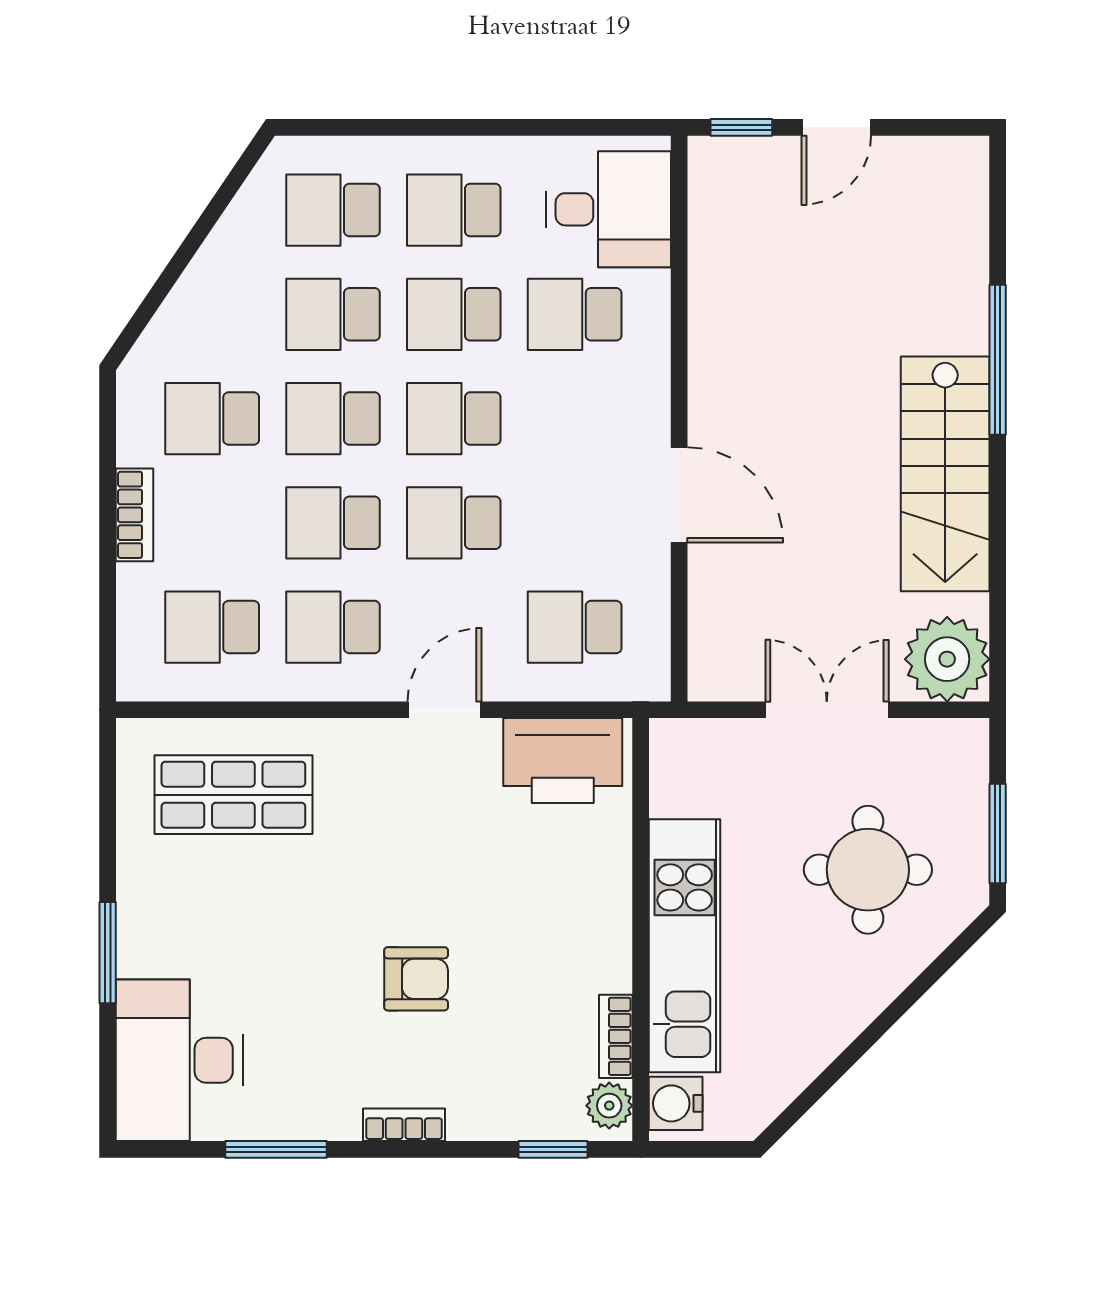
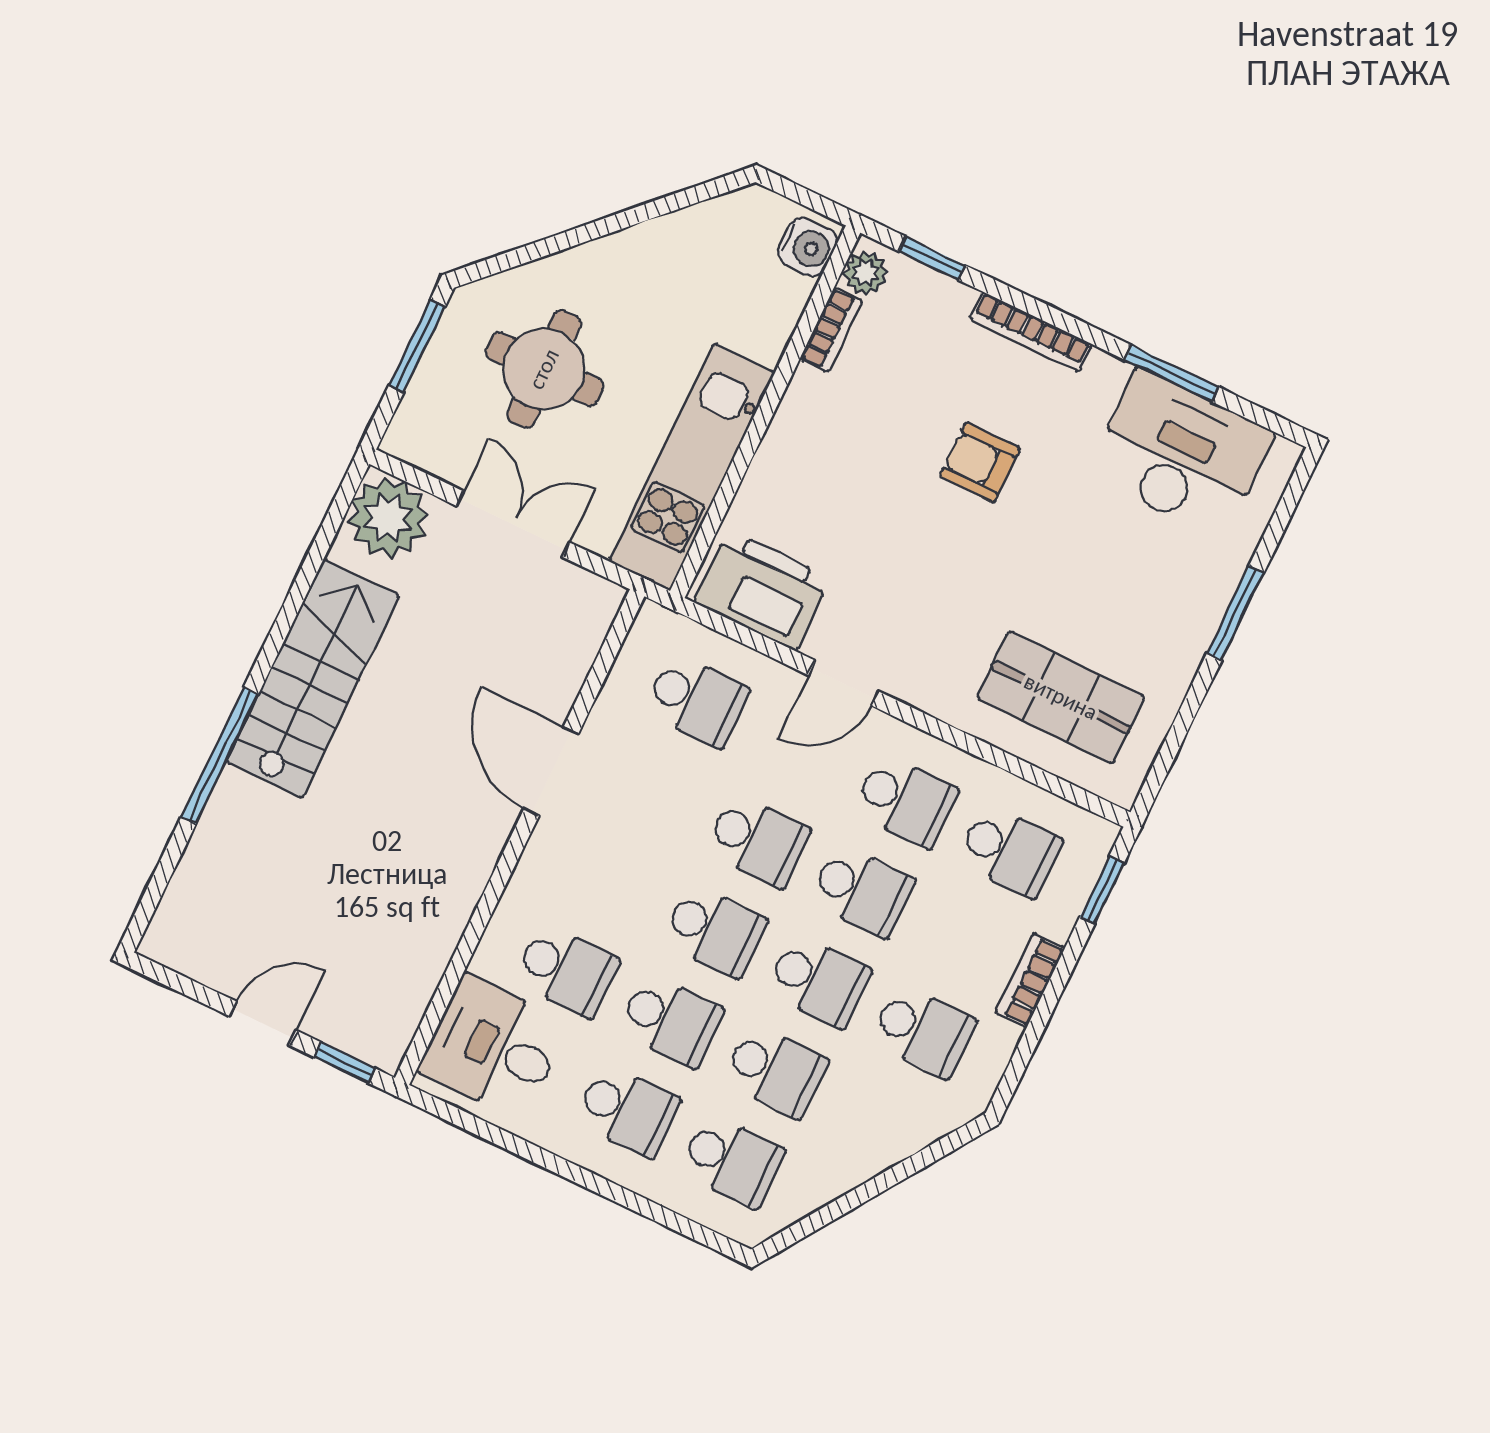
window: (108, 632) -> (1102, 890), added
double door: (827, 710) -> (513, 524), swing flipped
kitchen unit: (685, 946) -> (692, 467), moved
desk: (179, 1060) -> (1180, 454), moved, turned -90
bookcase: (404, 1125) -> (1031, 332), width x1.56

